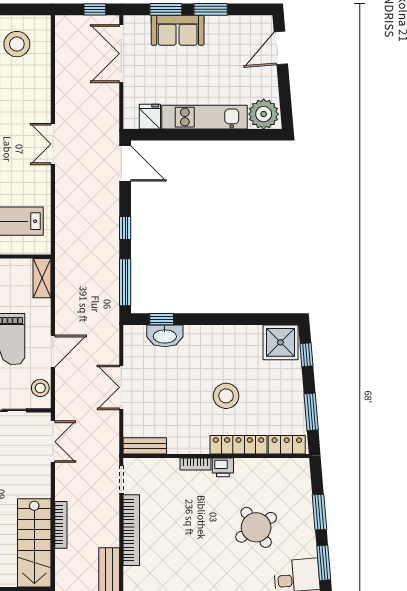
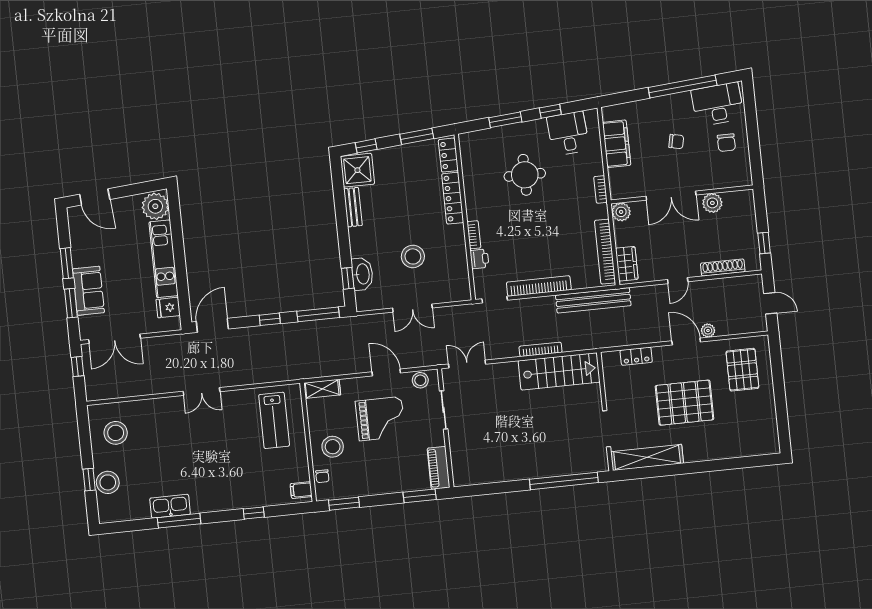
stool: (226, 396) -> (413, 256), moved
bench: (145, 446) -> (353, 207), moved
printer: (223, 467) -> (479, 259), moved
round table: (256, 527) -> (525, 175), turned 33
window: (324, 563) -> (550, 111), width x0.67

